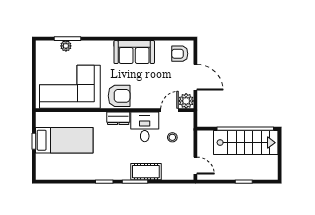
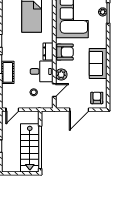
armchair: (119, 96) -> (65, 52), turned -90
plant: (186, 101) -> (61, 75), moved
door: (170, 110) -> (54, 90), hinge flipped

